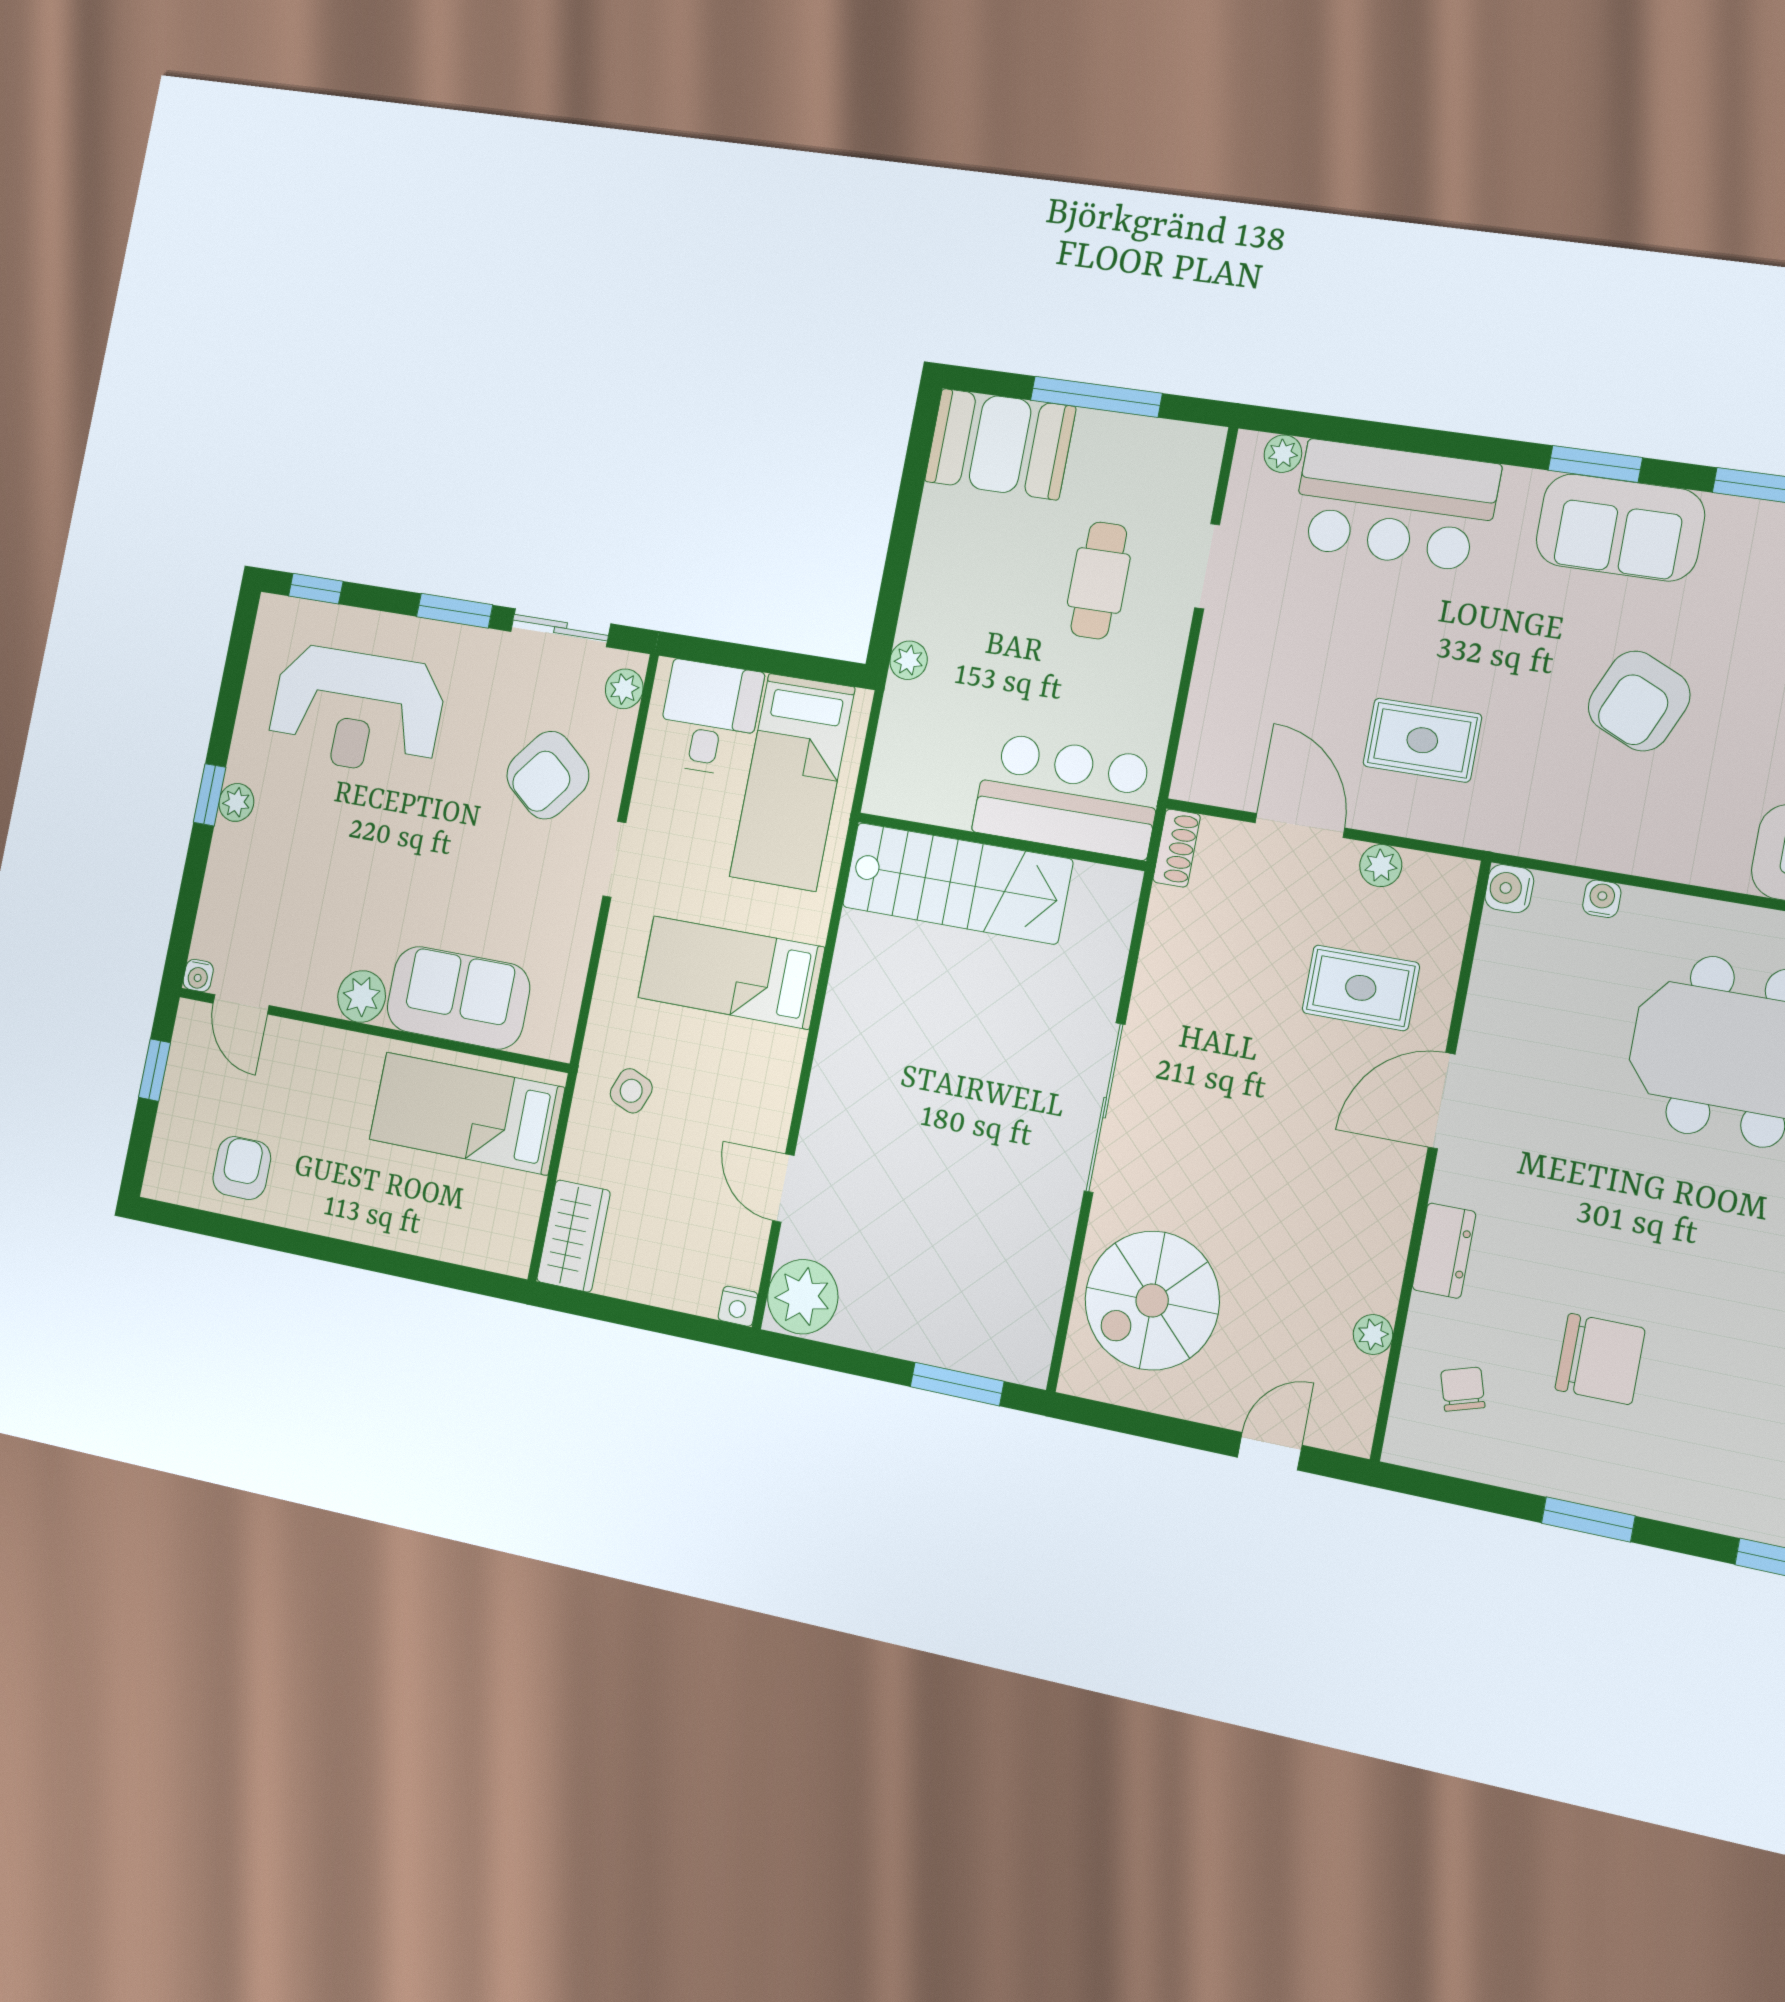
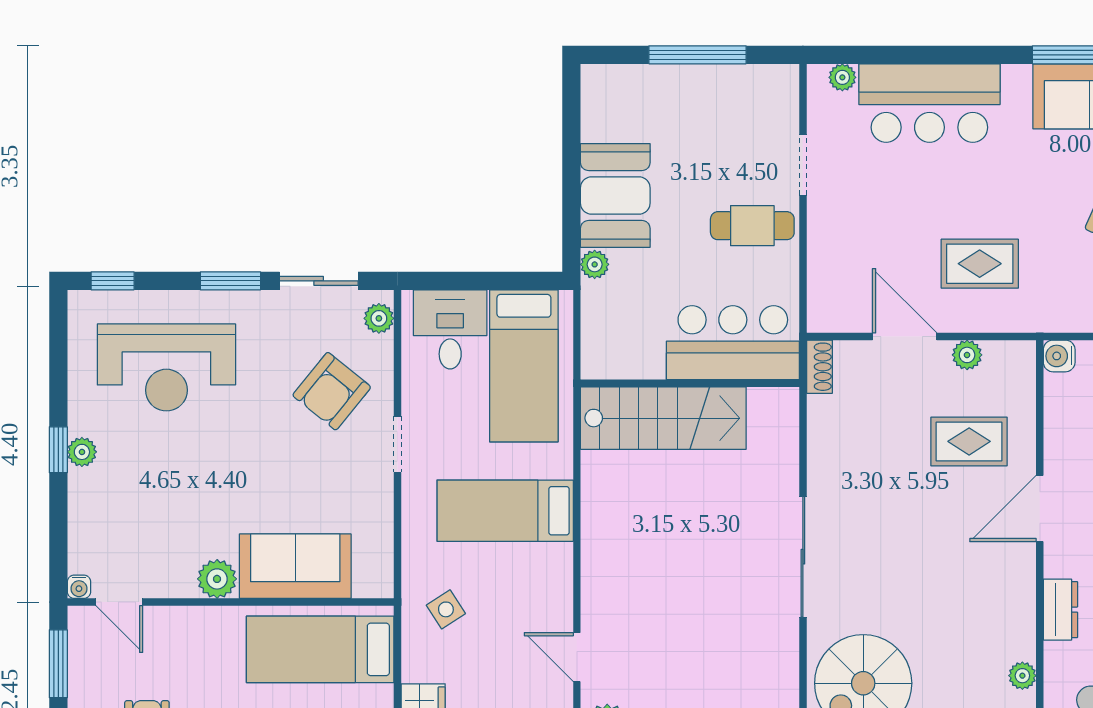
booth: (1000, 444) -> (615, 195), moved, turned 90
cafe table: (1099, 580) -> (752, 226), moved, turned 90
window: (154, 1070) -> (58, 664), width x1.50
side table: (631, 1091) -> (446, 609), turned 35

